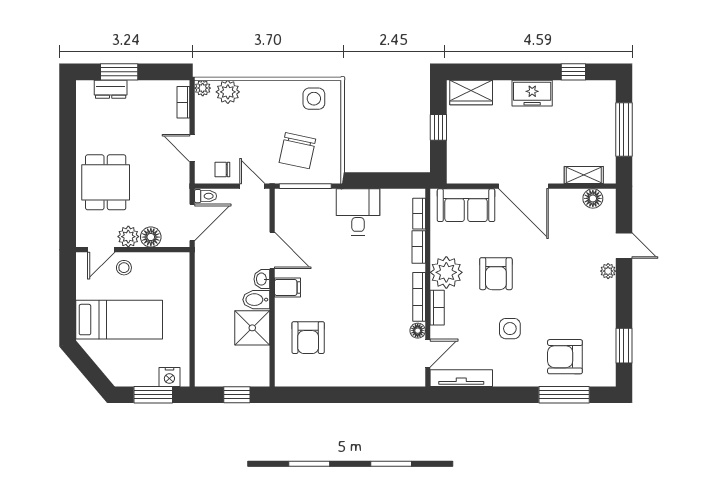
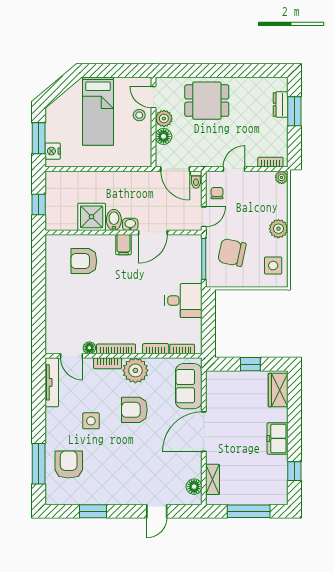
plant: (228, 92) -> (278, 229), moved
plant: (608, 271) -> (137, 499), removed
window: (624, 346) -> (93, 511), moved

